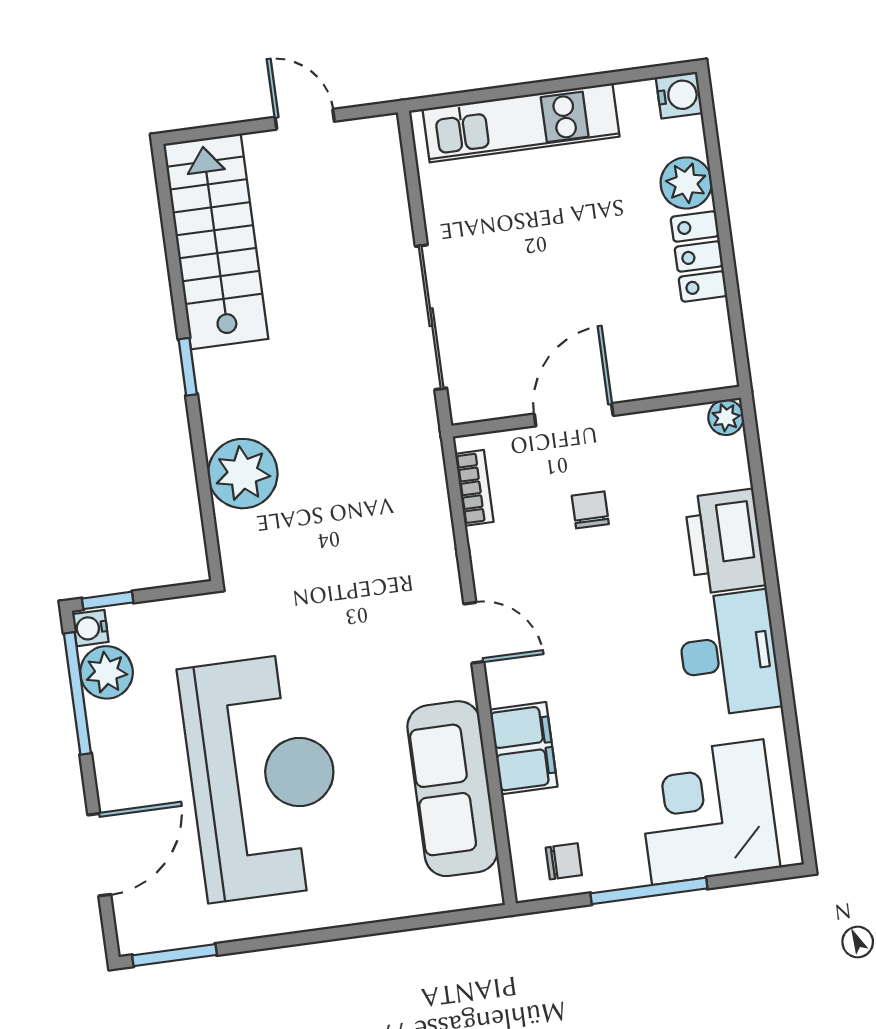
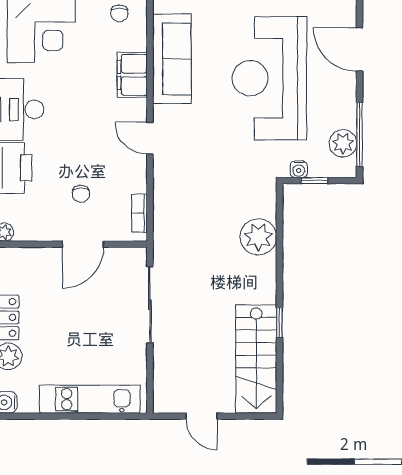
window: (188, 367) -> (279, 322), moved
window: (108, 600) -> (314, 181), moved
water cooler: (90, 628) -> (299, 169), moved, turned 90
door: (99, 855) -> (360, 49), hinge flipped
chair: (564, 861) -> (119, 13), turned -90

